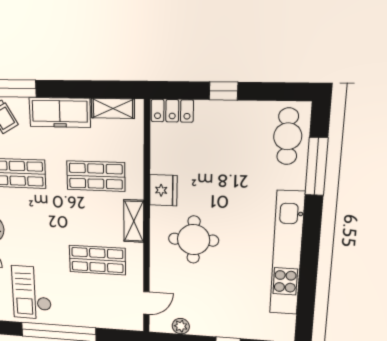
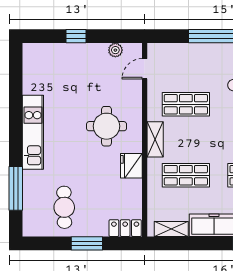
window: (224, 91) -> (87, 243), width x1.50
cafe table: (288, 136) -> (64, 207), moved
kitchen unit: (287, 253) -> (33, 132), width x0.73

